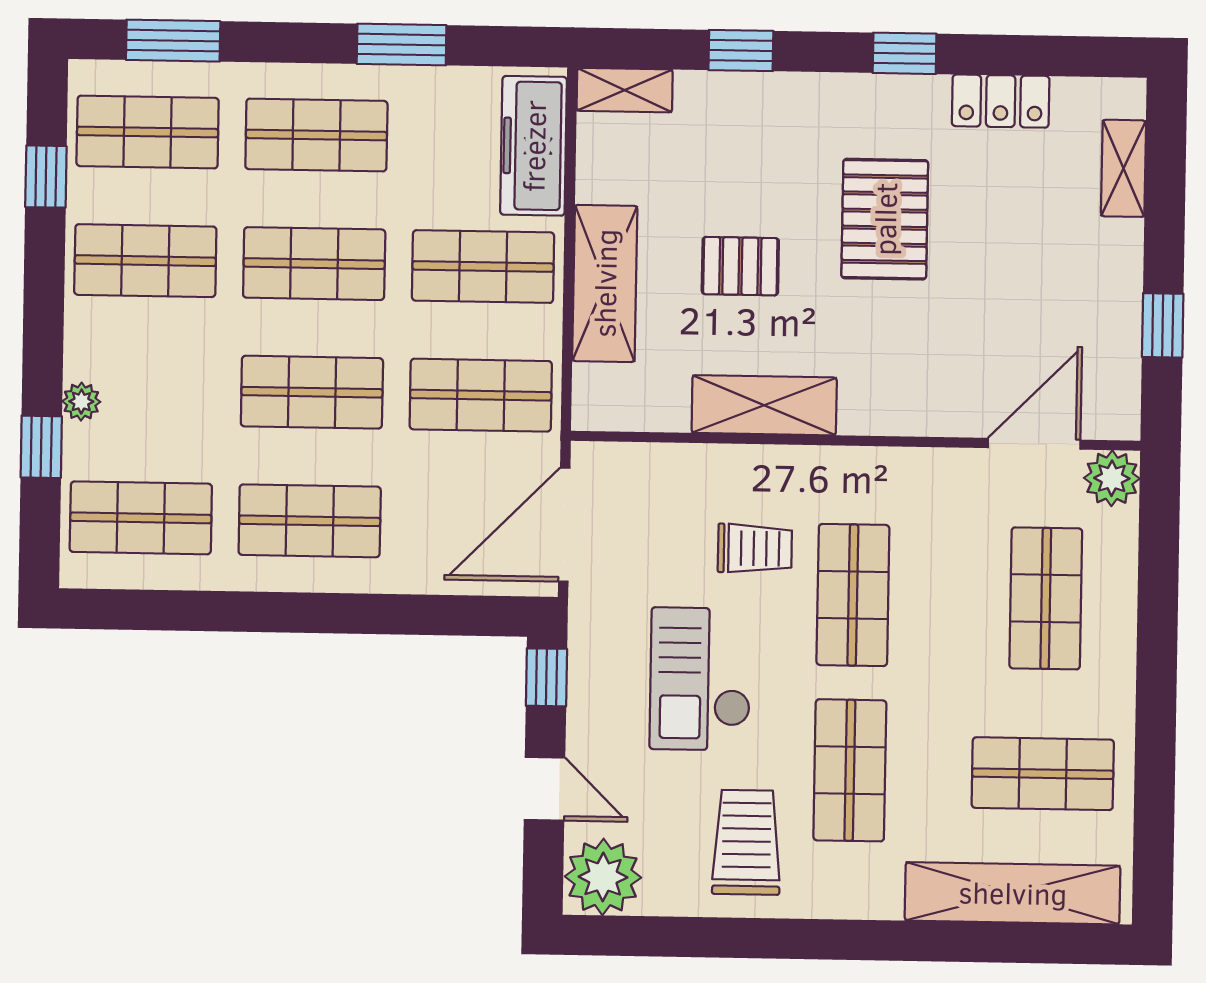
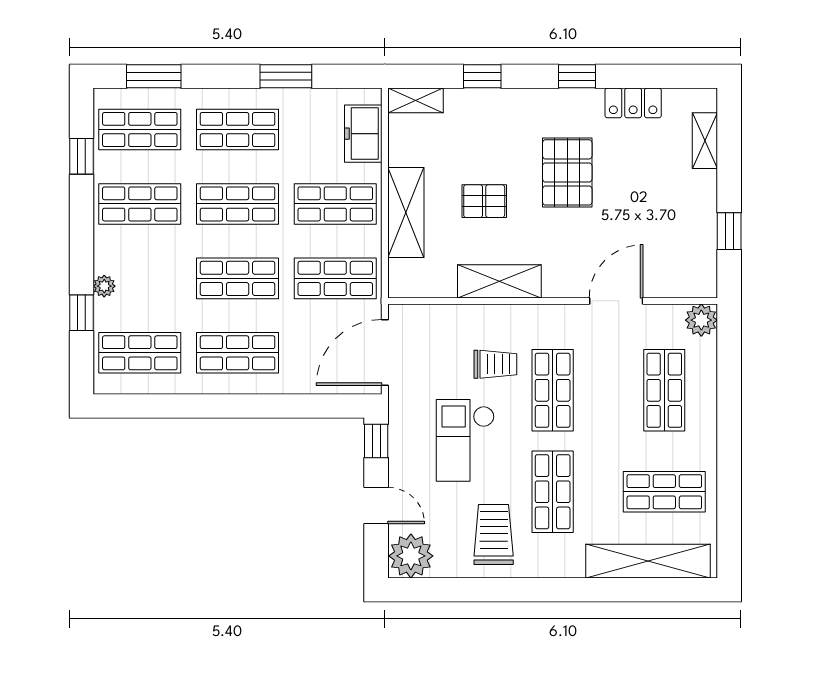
freezer: (534, 146) -> (363, 134), width x0.71
door: (1034, 444) -> (616, 301), moved

